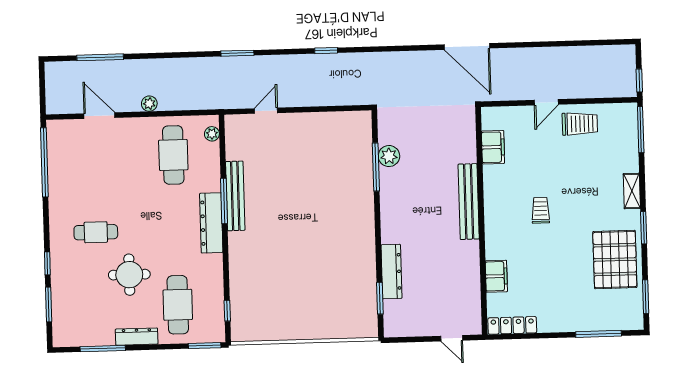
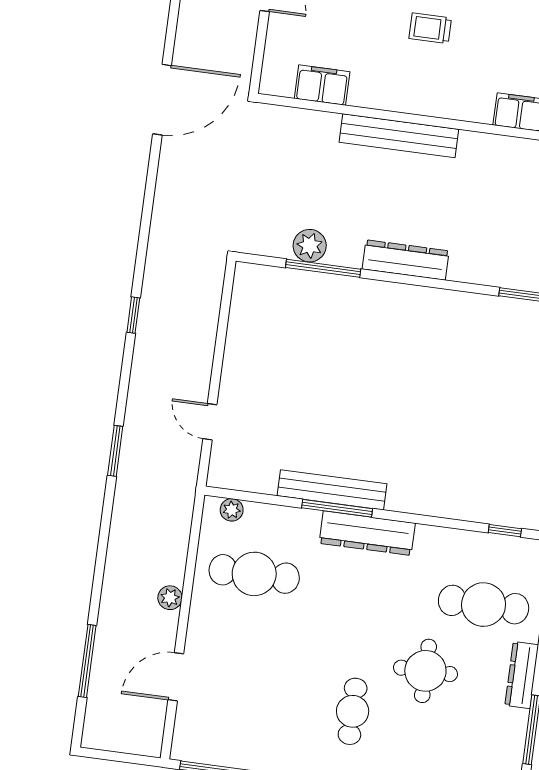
dresser: (391, 272) -> (406, 260), moved

